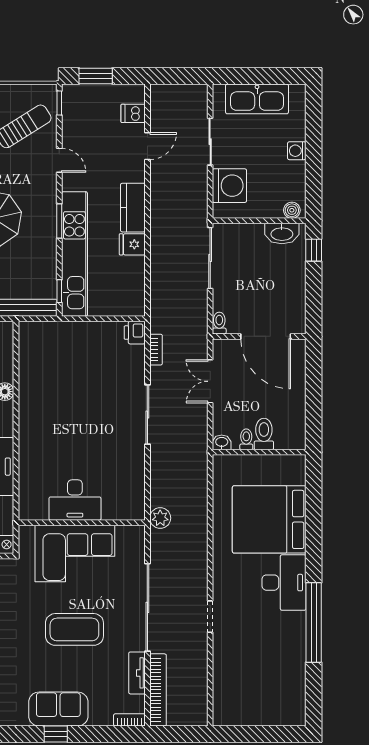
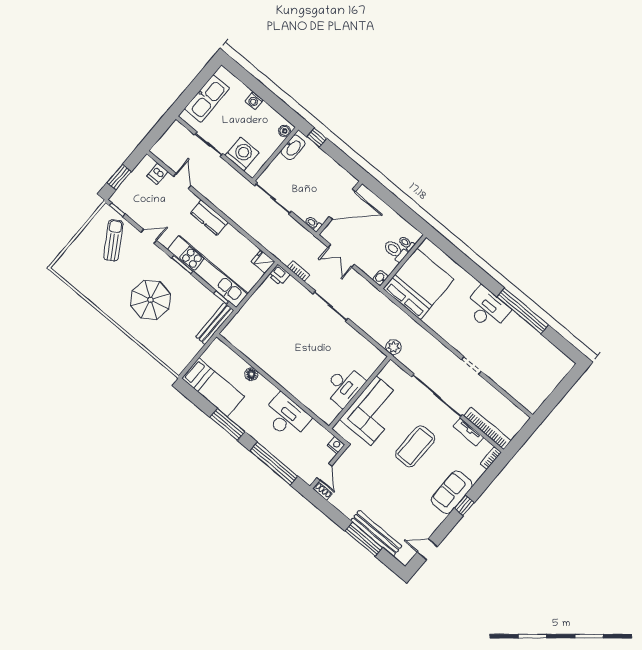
fridge: (132, 244) -> (263, 262), moved, turned 90
toilet: (246, 439) -> (406, 243), moved
bed: (269, 519) -> (418, 284), moved, turned 180

